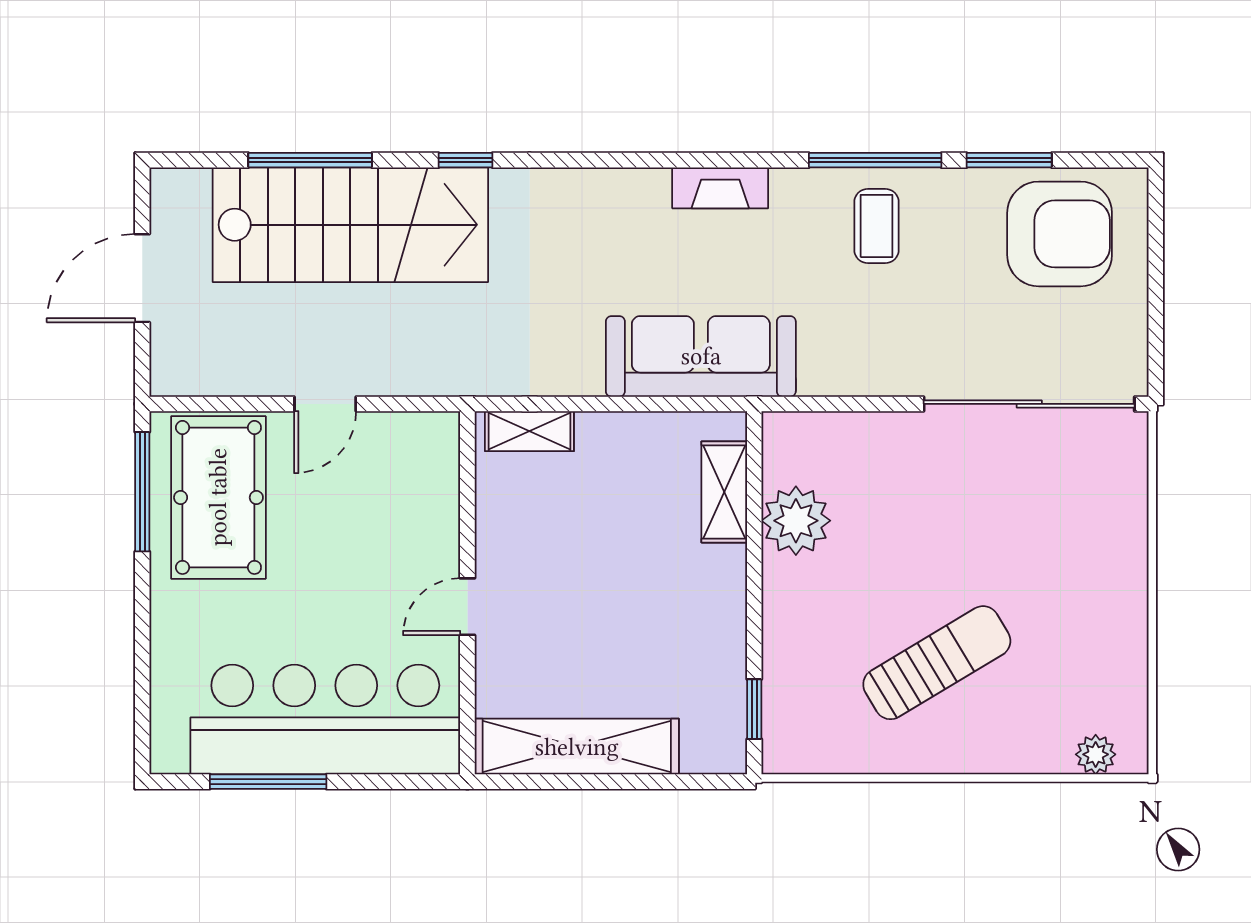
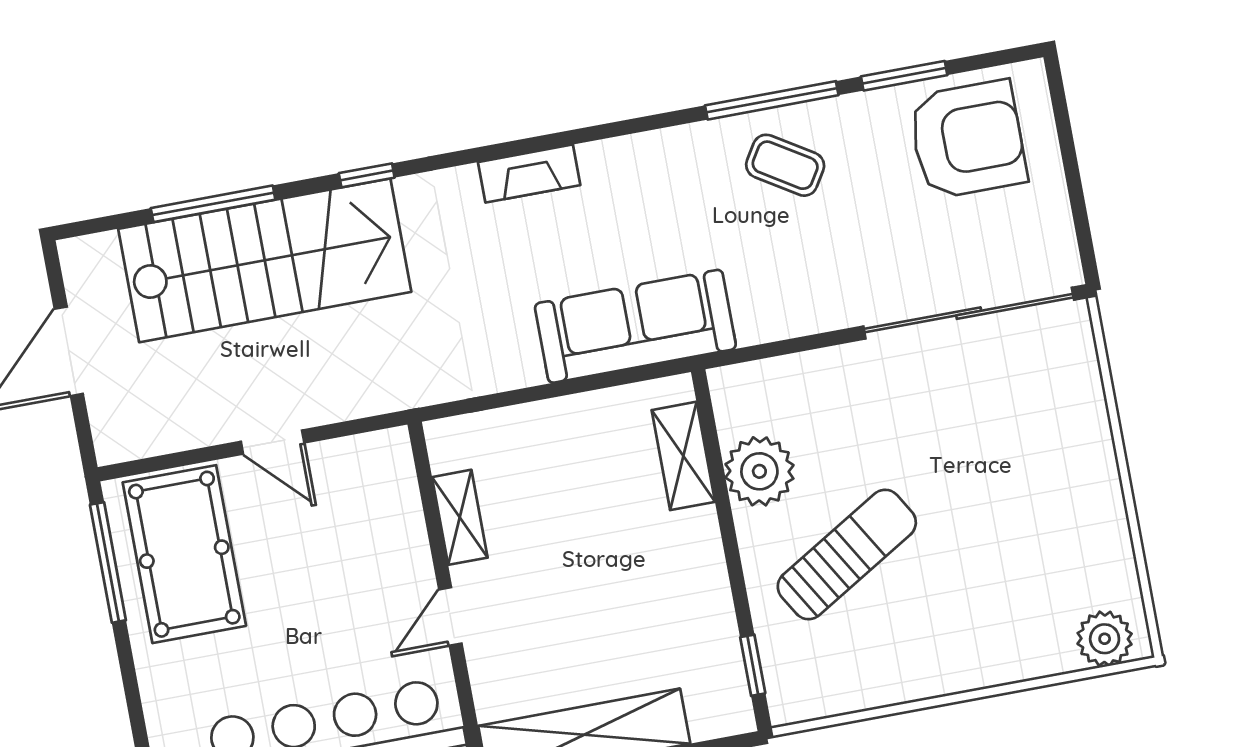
fireplace: (720, 188) -> (529, 174), moved
coffee table: (877, 226) -> (785, 165), turned -58
door: (325, 404) -> (273, 442), hinge flipped
shelving: (529, 431) -> (460, 517), moved, turned 90
sun lounger: (937, 663) -> (847, 555), moved
plant: (1096, 754) -> (1105, 639), width x1.38, depth x1.38

